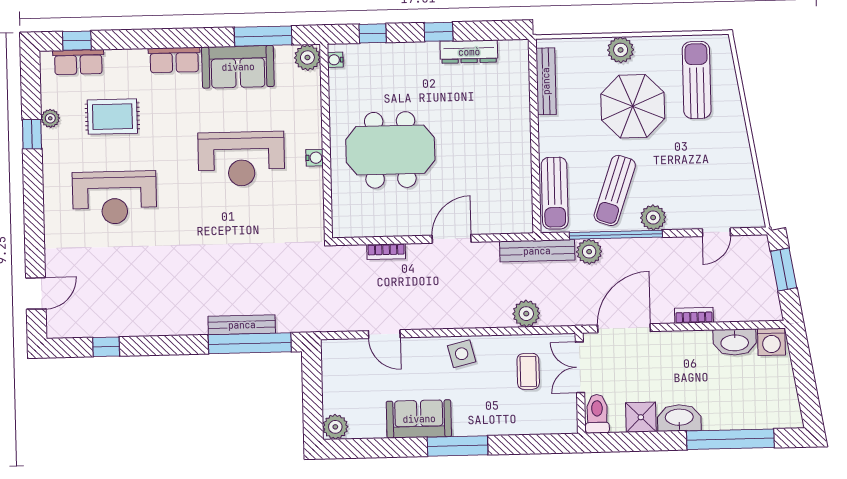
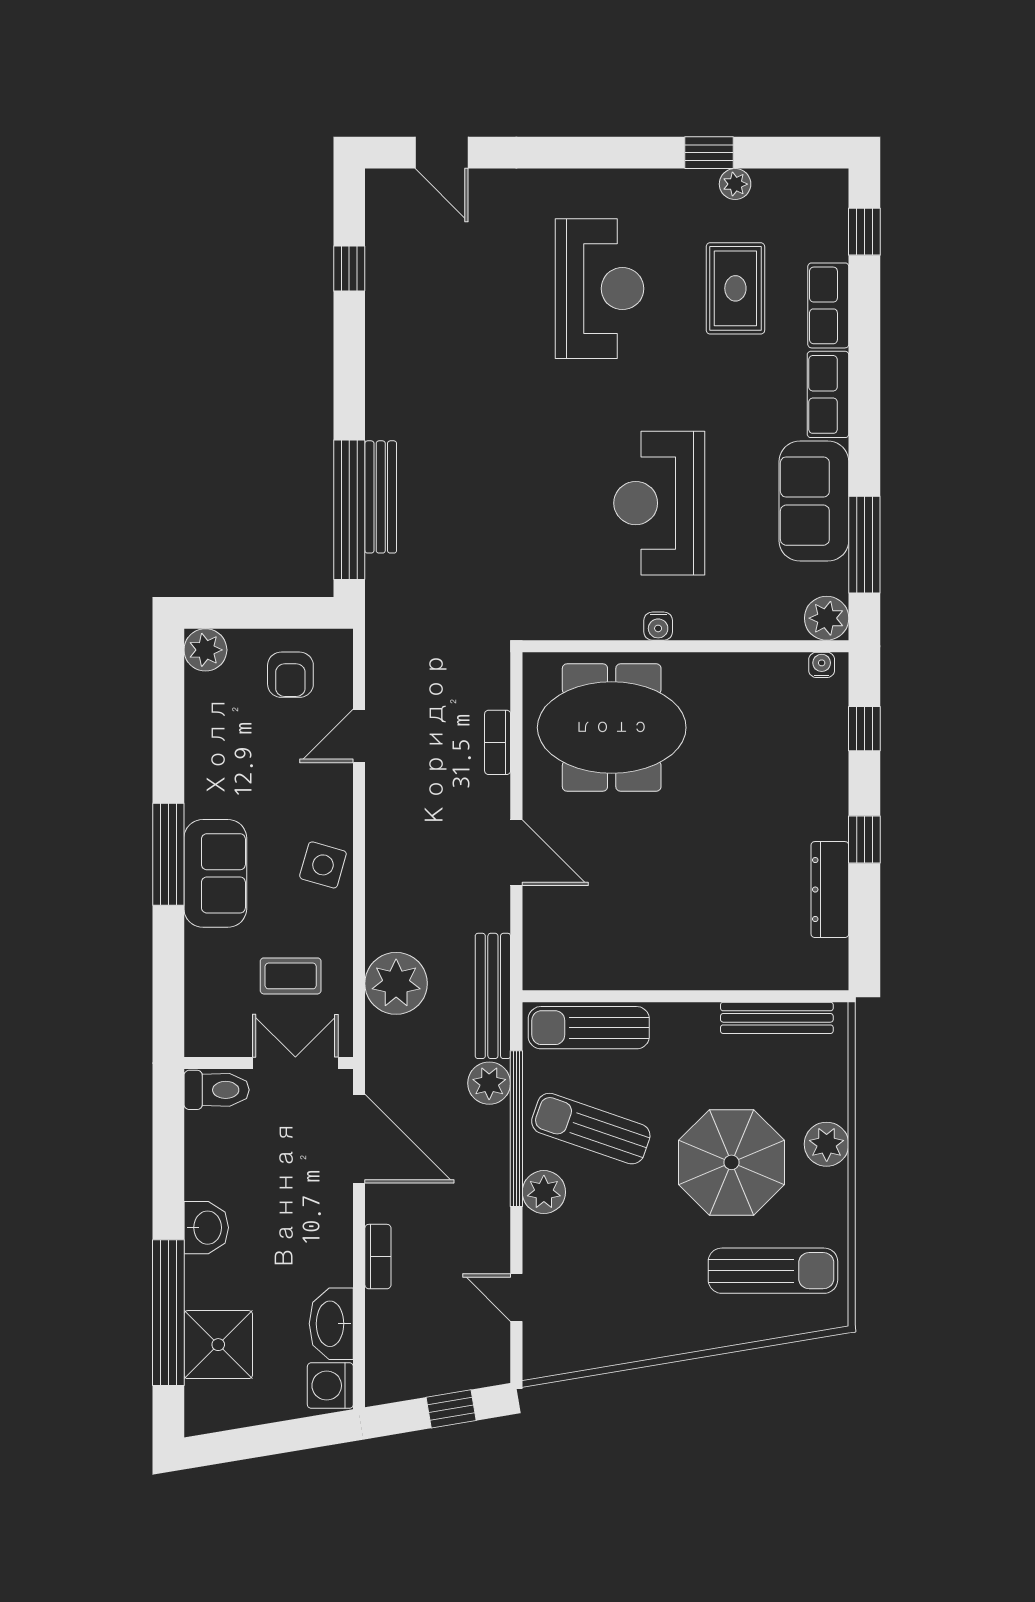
row of seats: (78, 62) -> (828, 305), moved
meeting table: (390, 150) -> (612, 728), moved, turned 90
reception desk: (115, 197) -> (600, 289), turned 180
window: (784, 270) -> (451, 1409), width x0.67
plant: (526, 314) -> (396, 983), width x1.36, depth x1.36
side table: (462, 354) -> (323, 865), turned 30
armchair: (349, 376) -> (290, 675), added
shower: (641, 417) -> (218, 1345), moved, width x1.36, depth x1.36
washbasin: (679, 418) -> (206, 1228), width x0.72
sofa: (419, 419) -> (215, 873), moved

